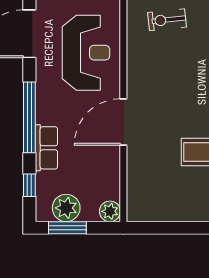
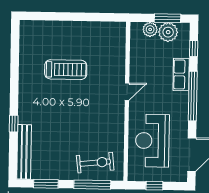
exercise bike: (167, 20) -> (95, 163), width x1.38, depth x1.39
door: (123, 122) -> (127, 92), width x0.53
plant: (110, 211) -> (150, 29), moved

